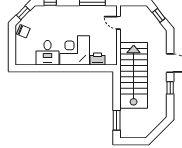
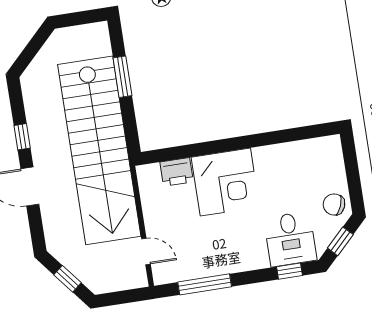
desk: (47, 53) -> (290, 239), moved, turned 180
stairs: (134, 75) -> (99, 150), width x1.36
window: (117, 120) -> (122, 77), moved

